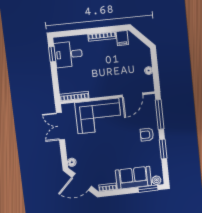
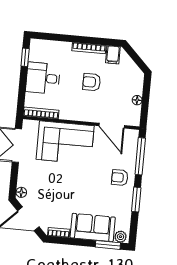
desk: (68, 54) -> (43, 78), moved
armchair: (110, 63) -> (92, 82), added
door: (132, 95) -> (112, 126), hinge flipped

